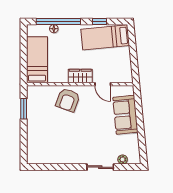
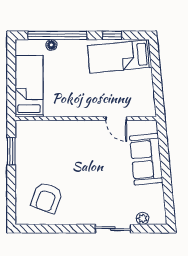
wardrobe: (80, 76) -> (86, 108), removed
armchair: (68, 100) -> (47, 198), moved

